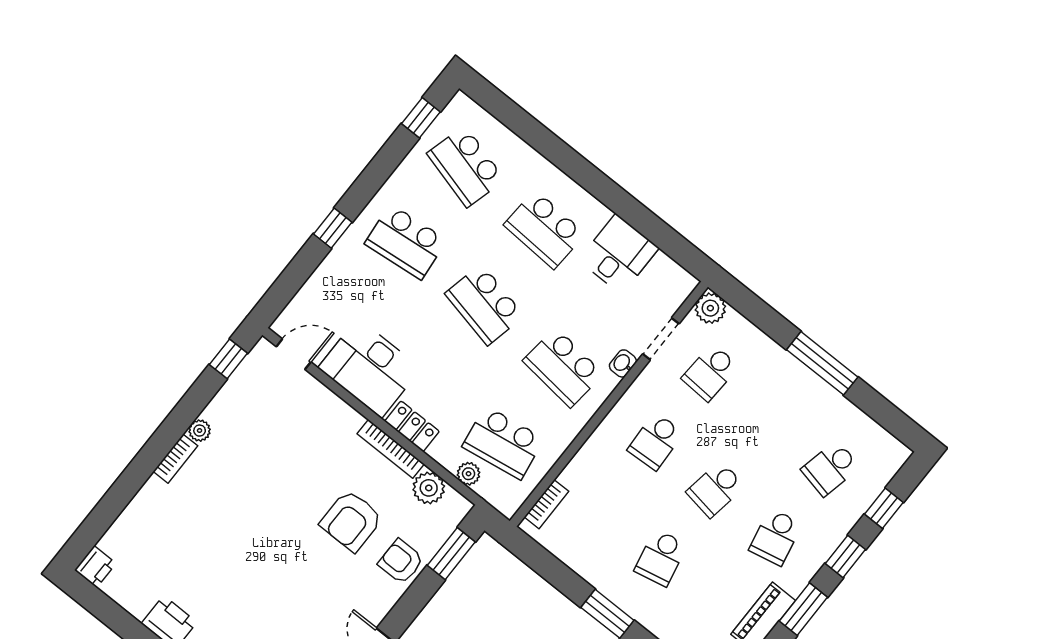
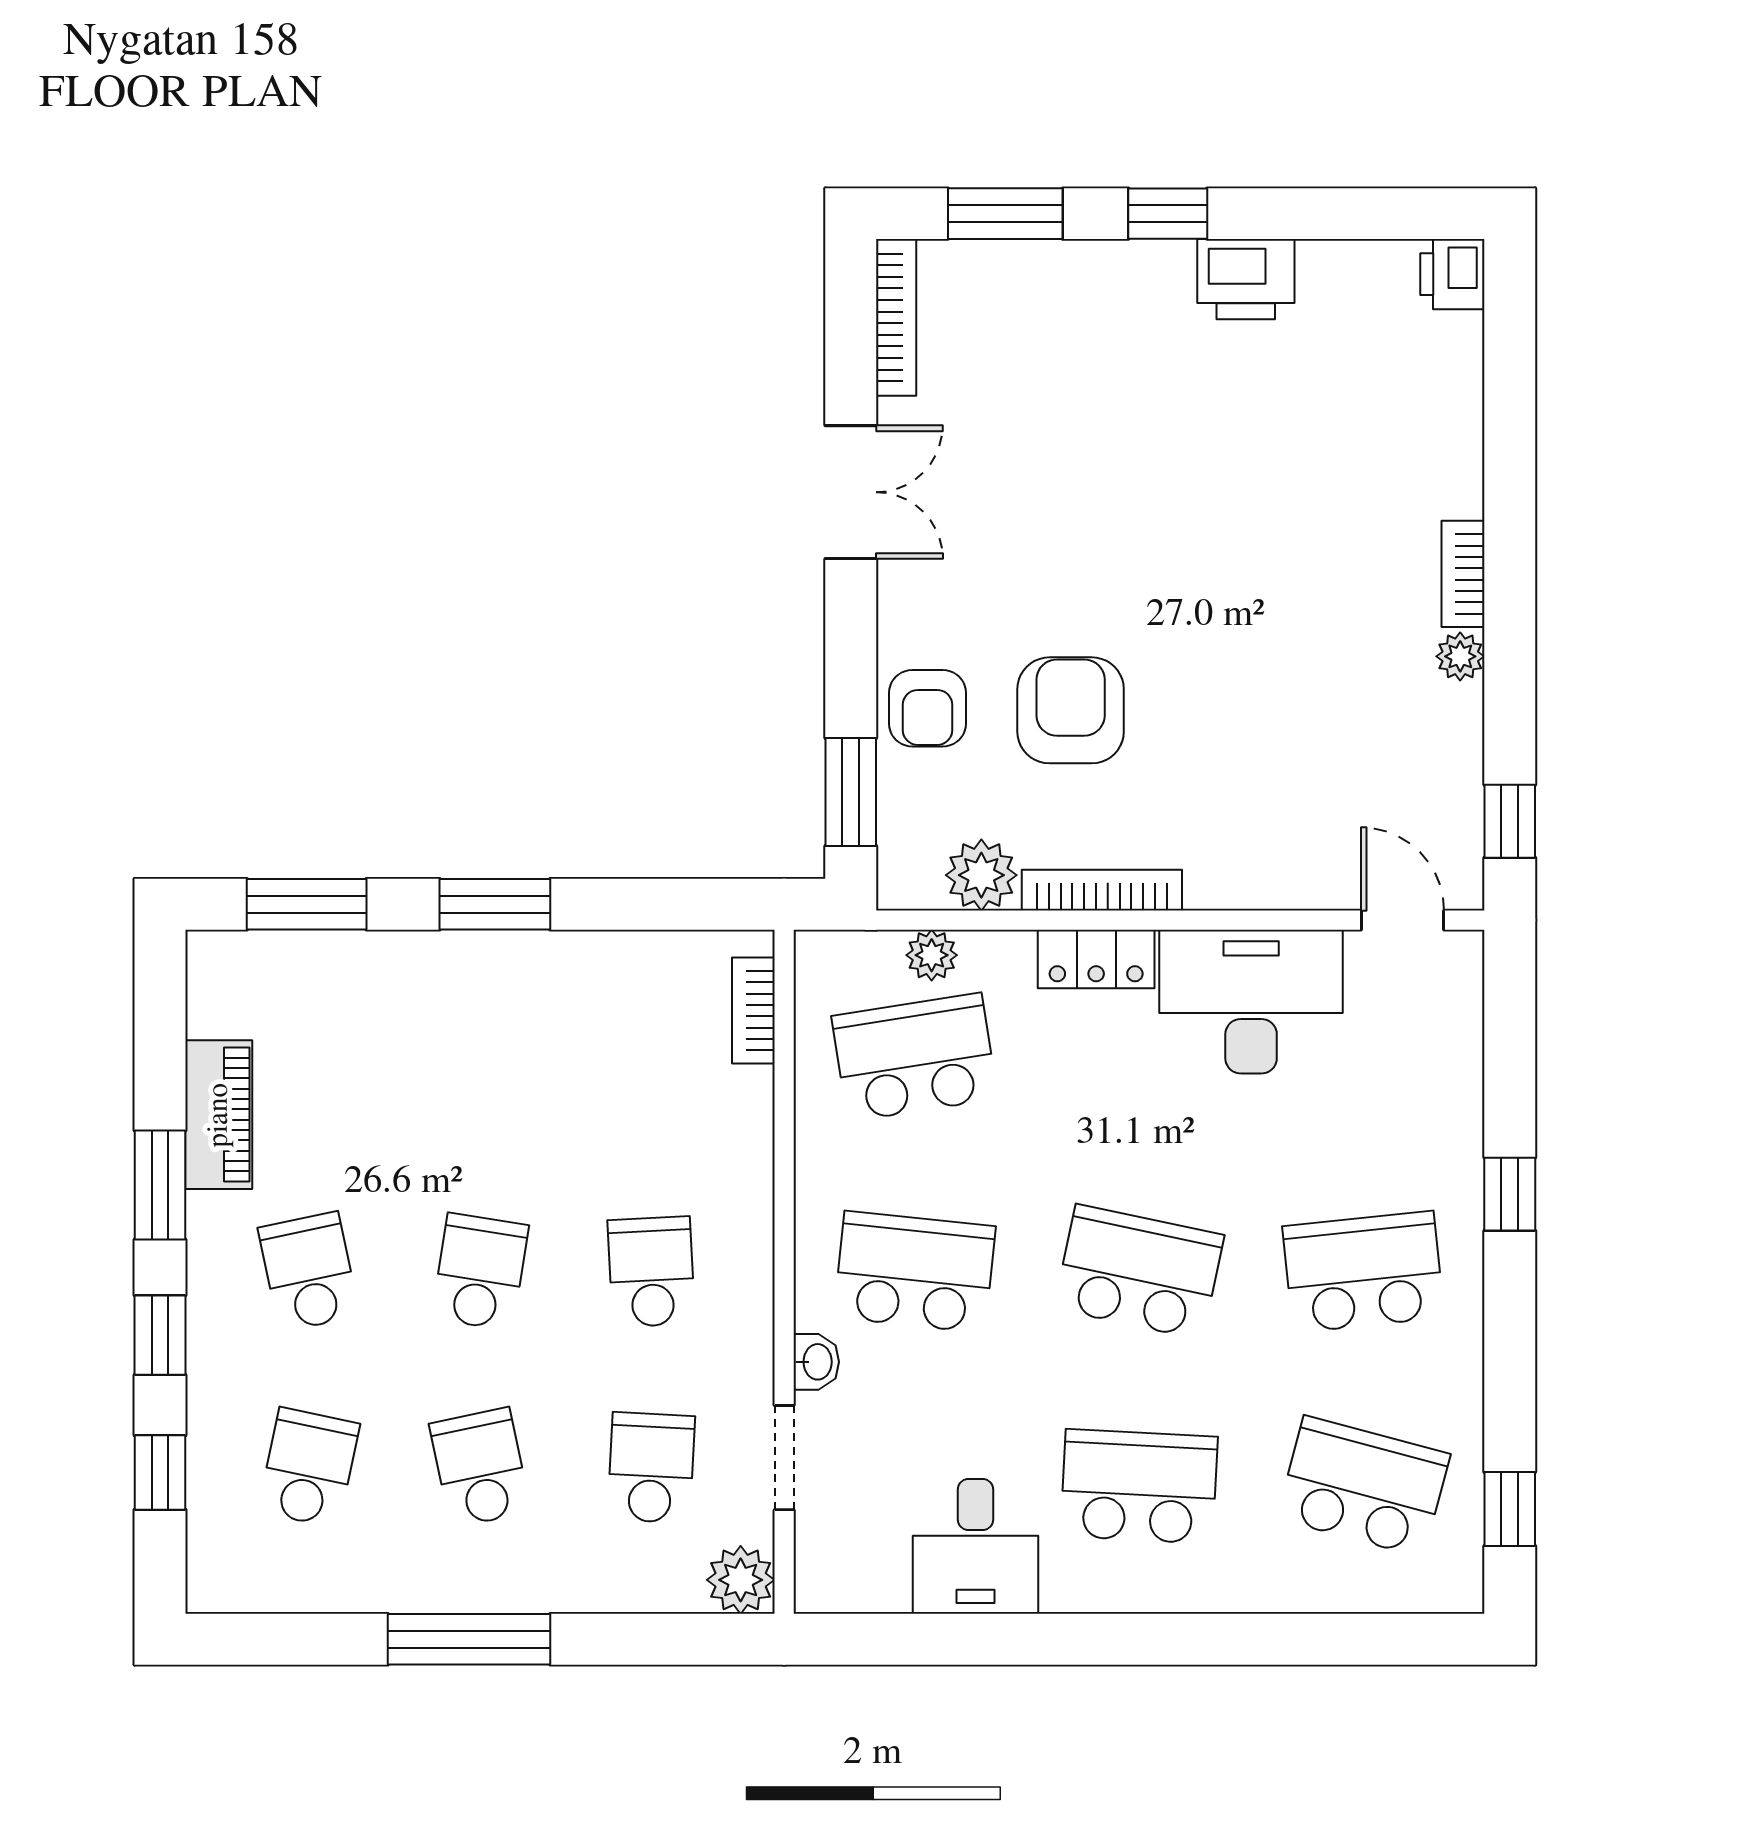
door: (294, 354) -> (1403, 920), swing flipped
school desk: (661, 558) -> (480, 1468), moved
armchair: (401, 561) -> (927, 708), turned 90

